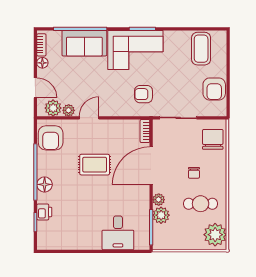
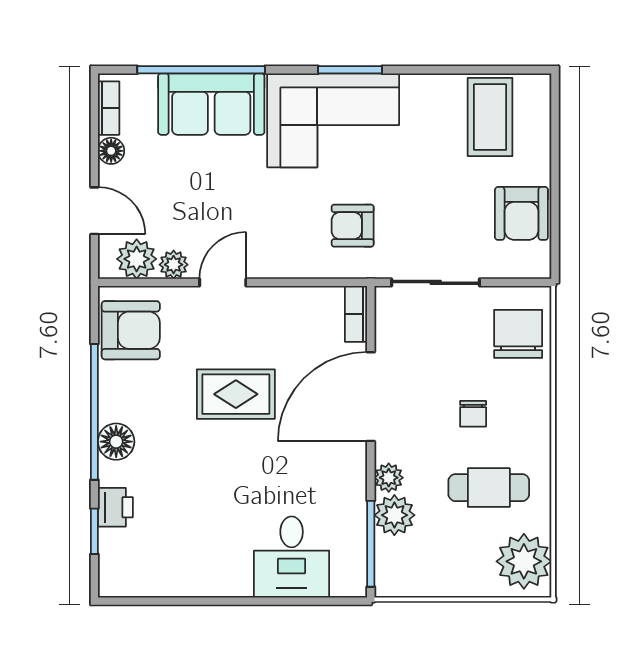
armchair: (51, 138) -> (131, 330), turned -90

